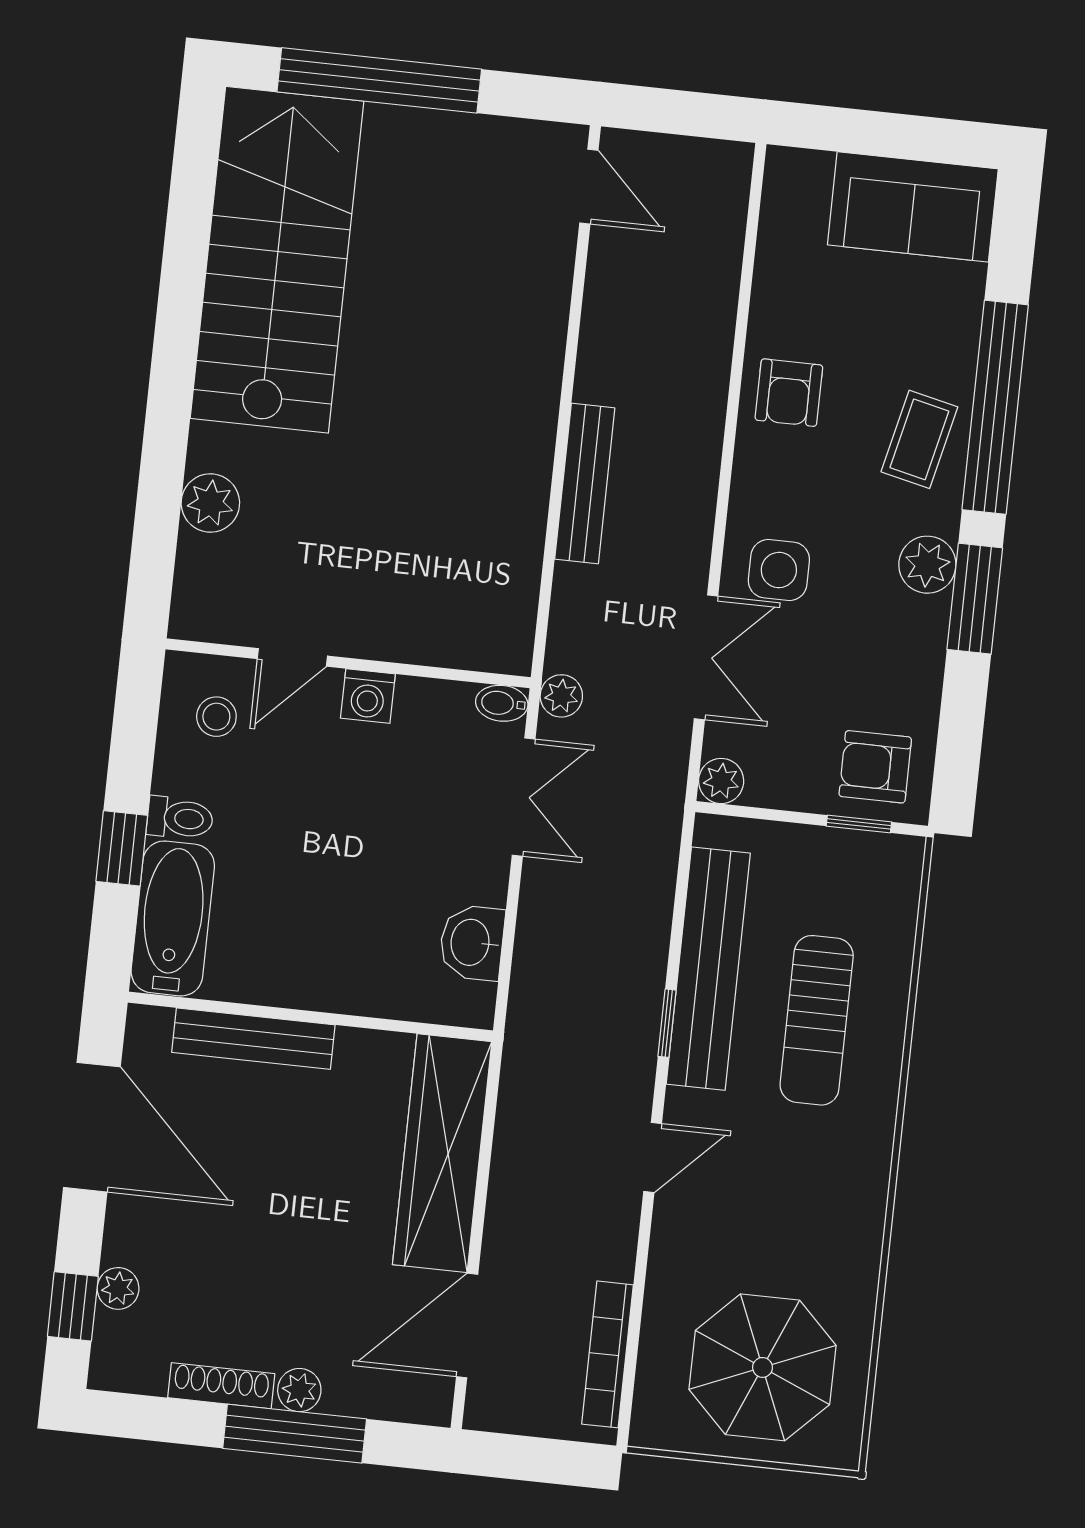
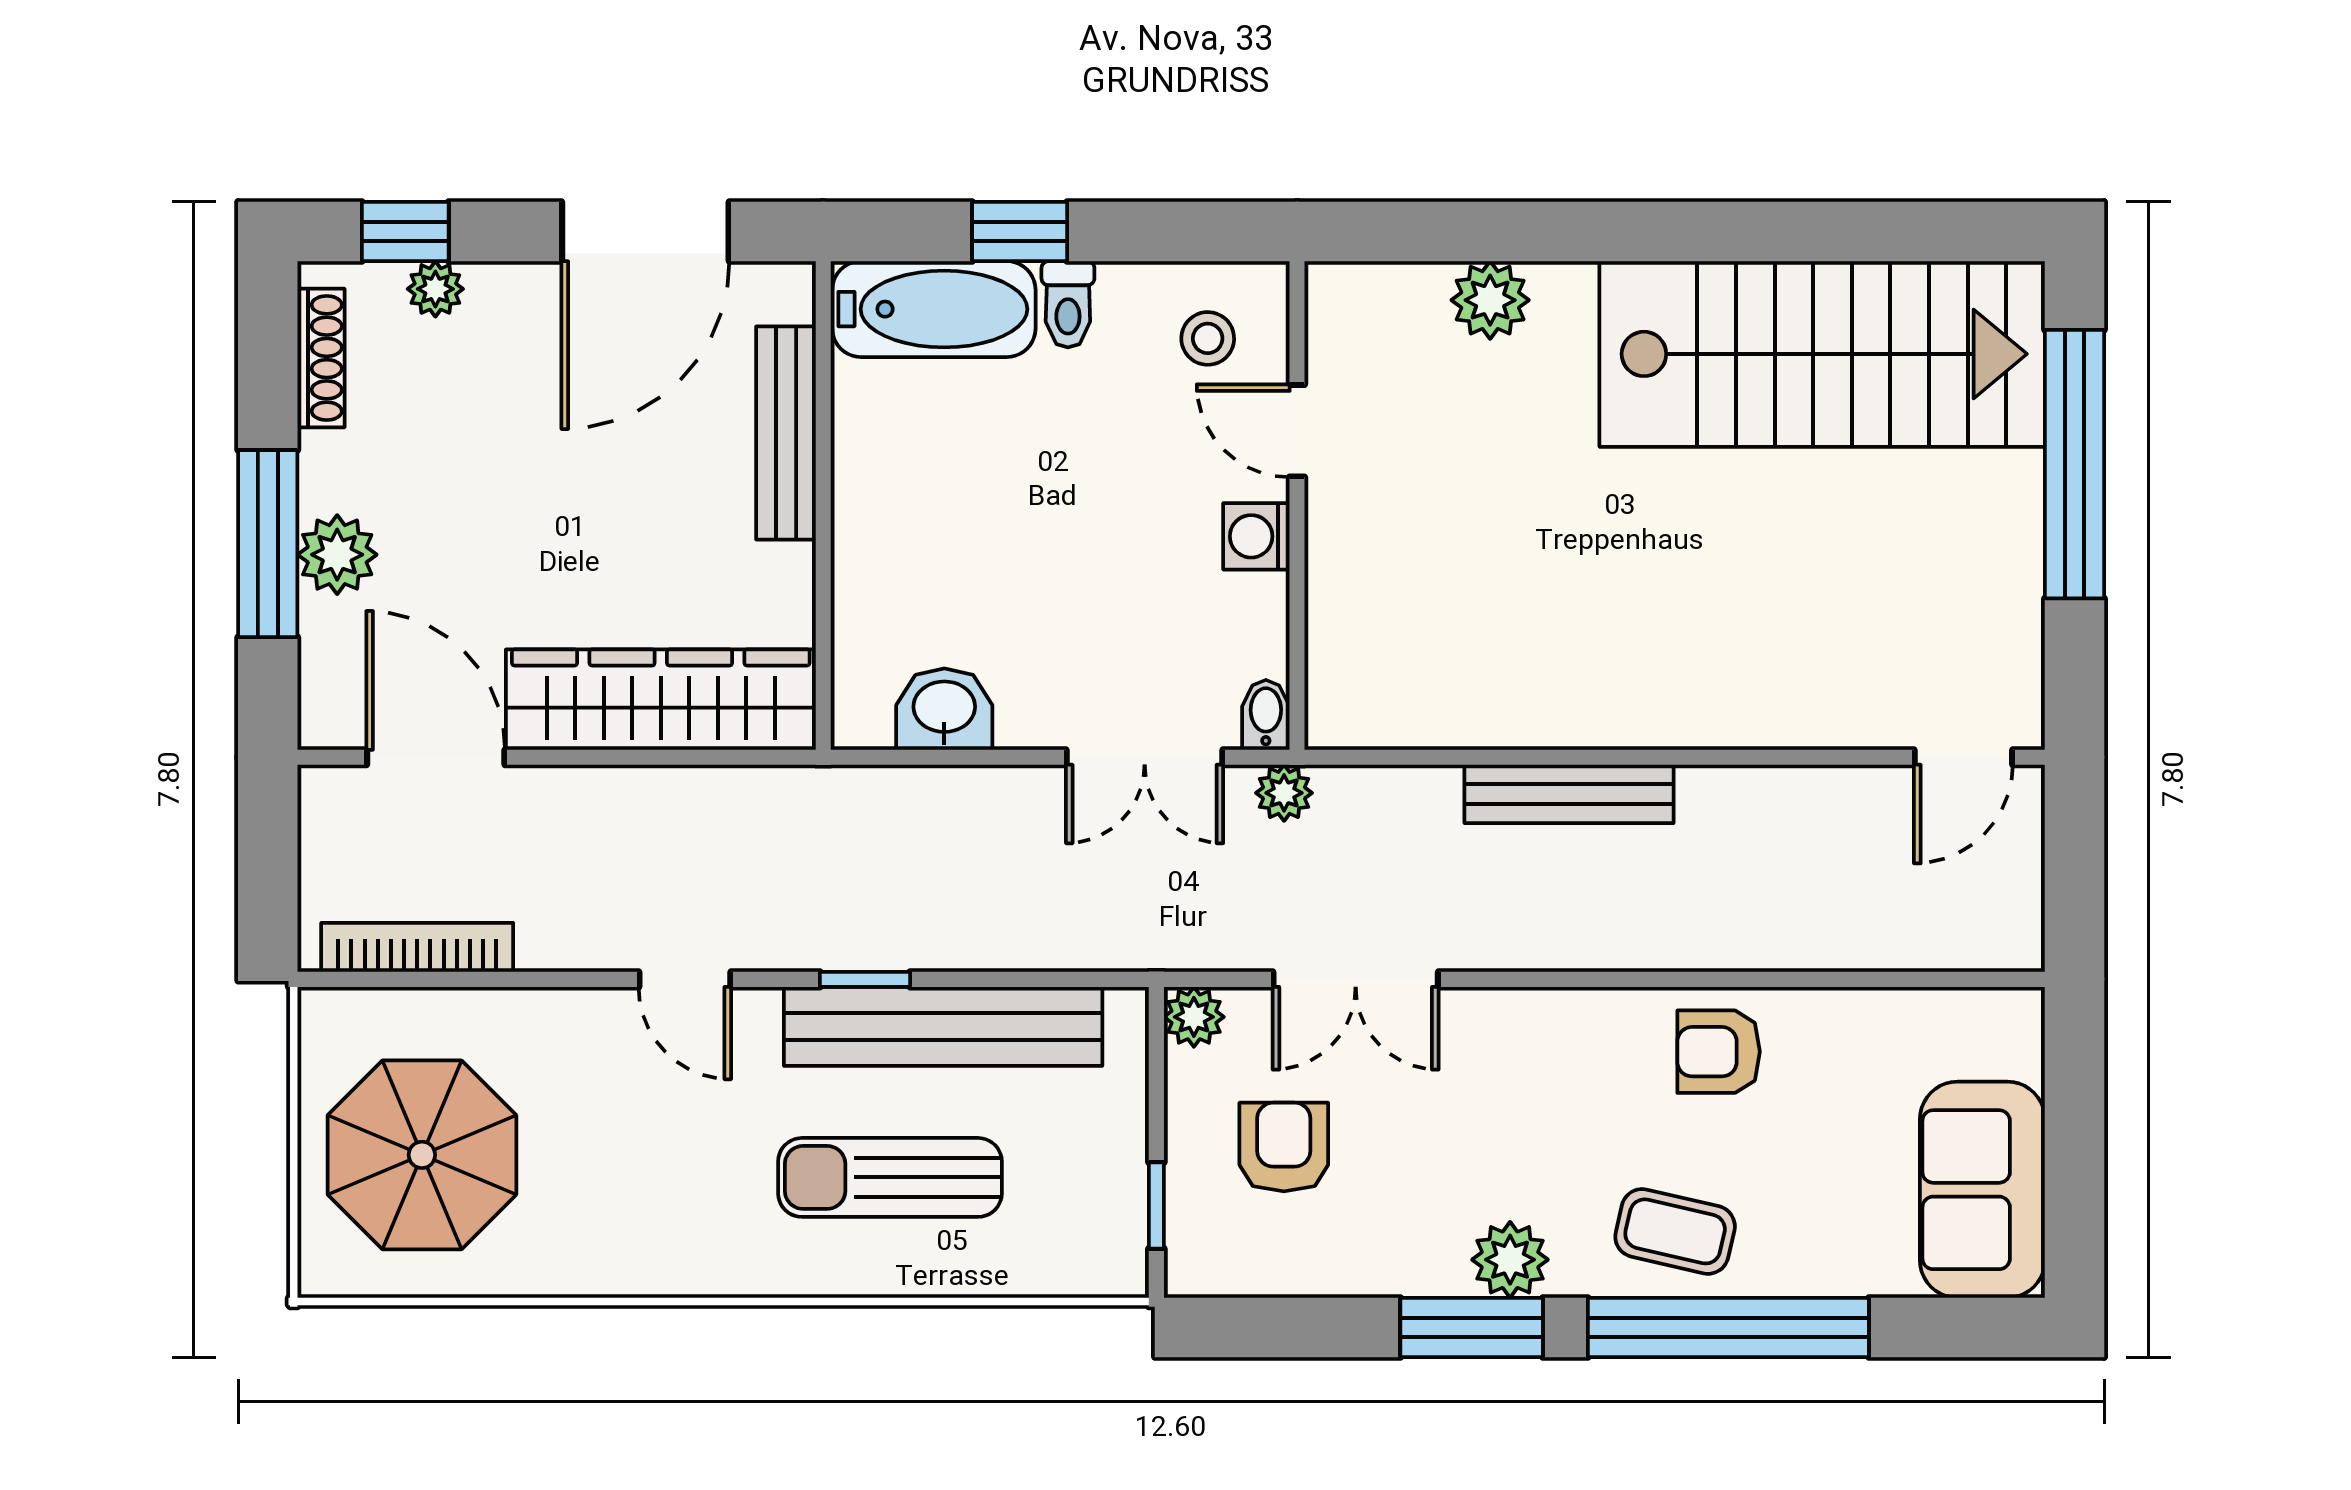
side table: (779, 570) -> (1482, 1064), removed
armchair: (875, 767) -> (1284, 1147), moved
shoe rack: (221, 1386) -> (321, 358), moved
plant: (299, 1390) -> (337, 555), width x1.38, depth x1.38

